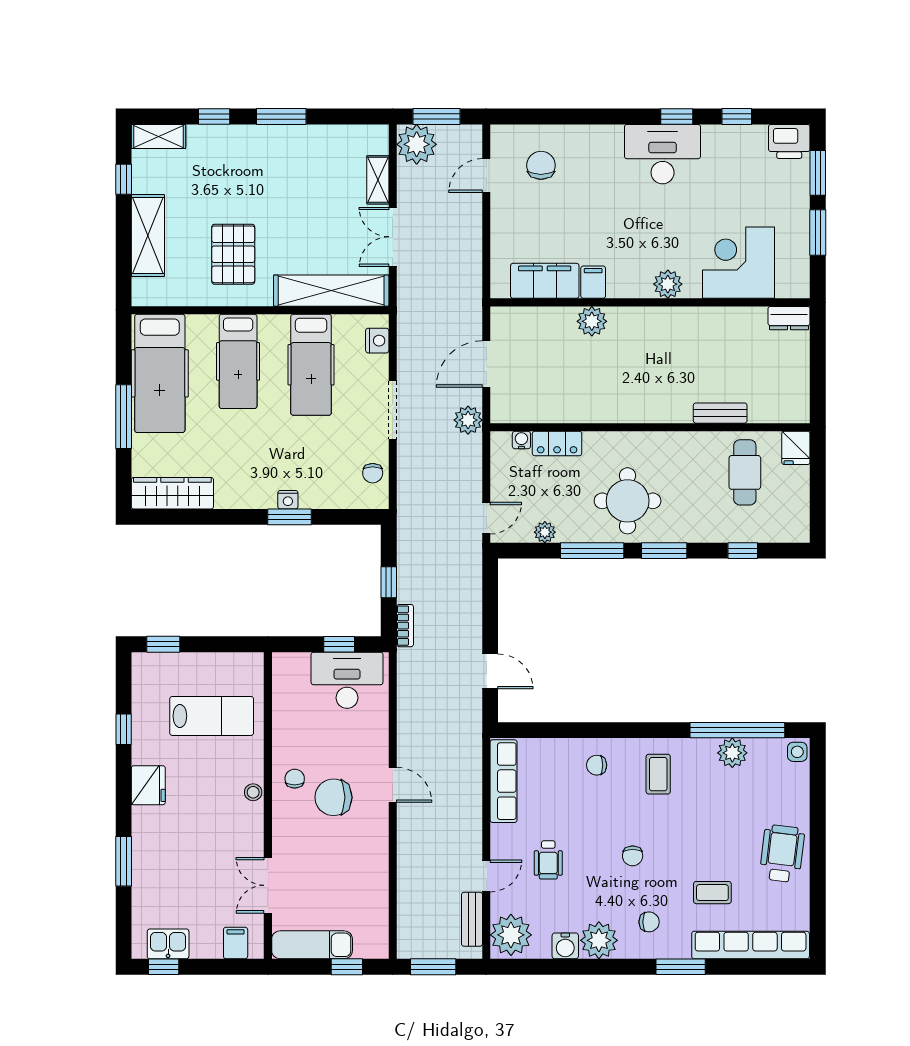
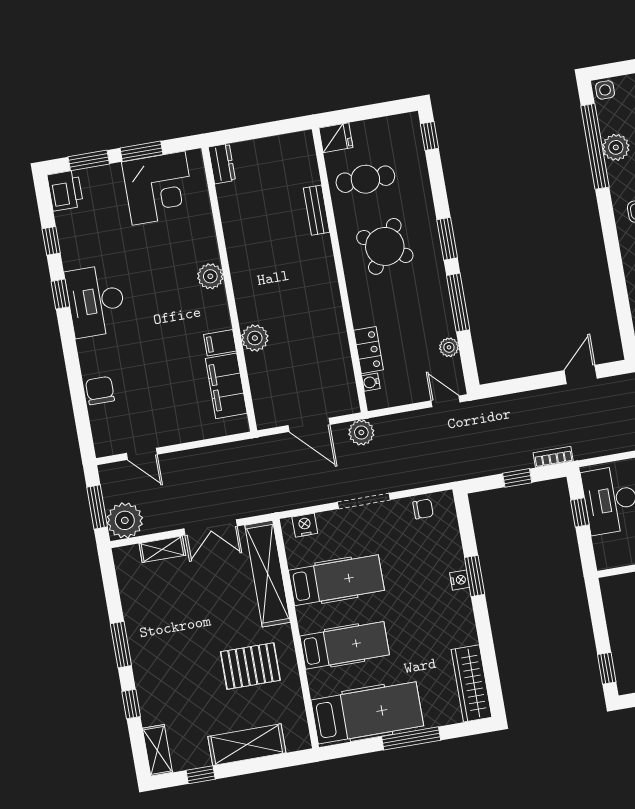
chair: (541, 165) -> (100, 390), moved, turned 90
corner desk: (739, 263) -> (159, 188), moved, turned -90
round table: (628, 501) -> (385, 246), moved, turned 33
window: (743, 551) -> (429, 136), moved

